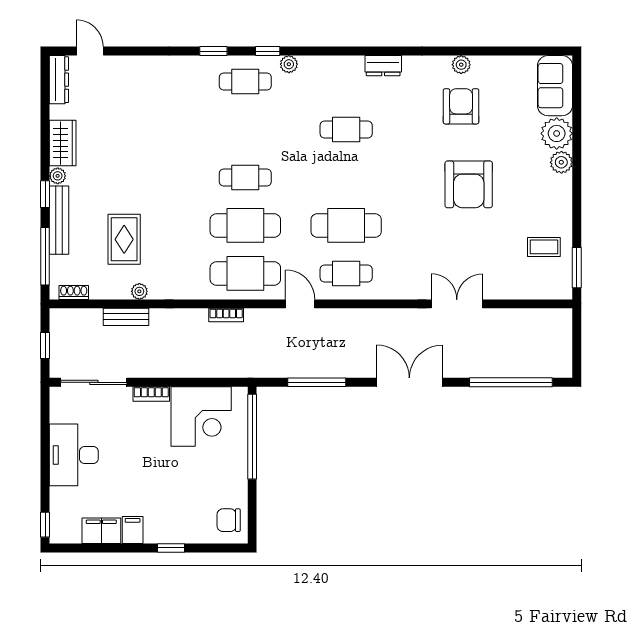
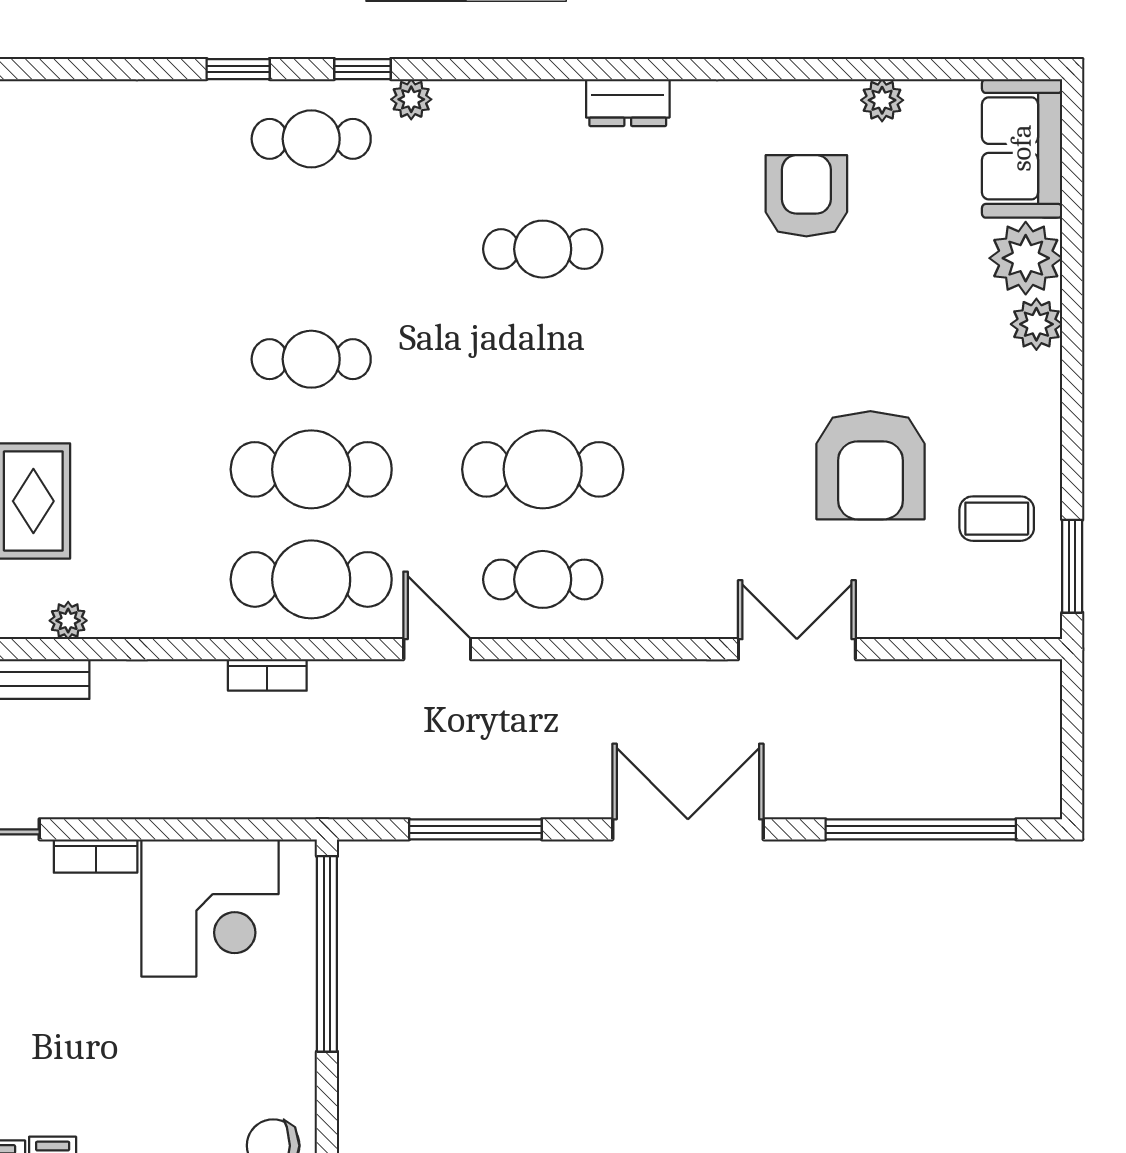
plant: (461, 65) -> (882, 100), moved
armchair: (469, 184) -> (870, 465), moved

